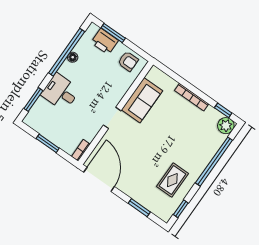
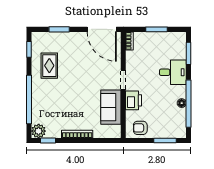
printer: (105, 41) -> (134, 100), moved, turned 90

